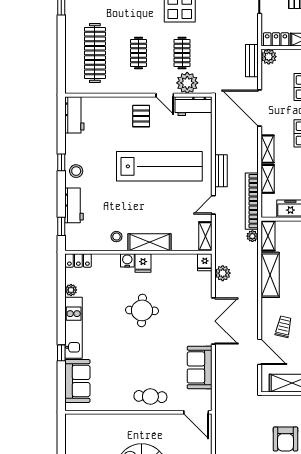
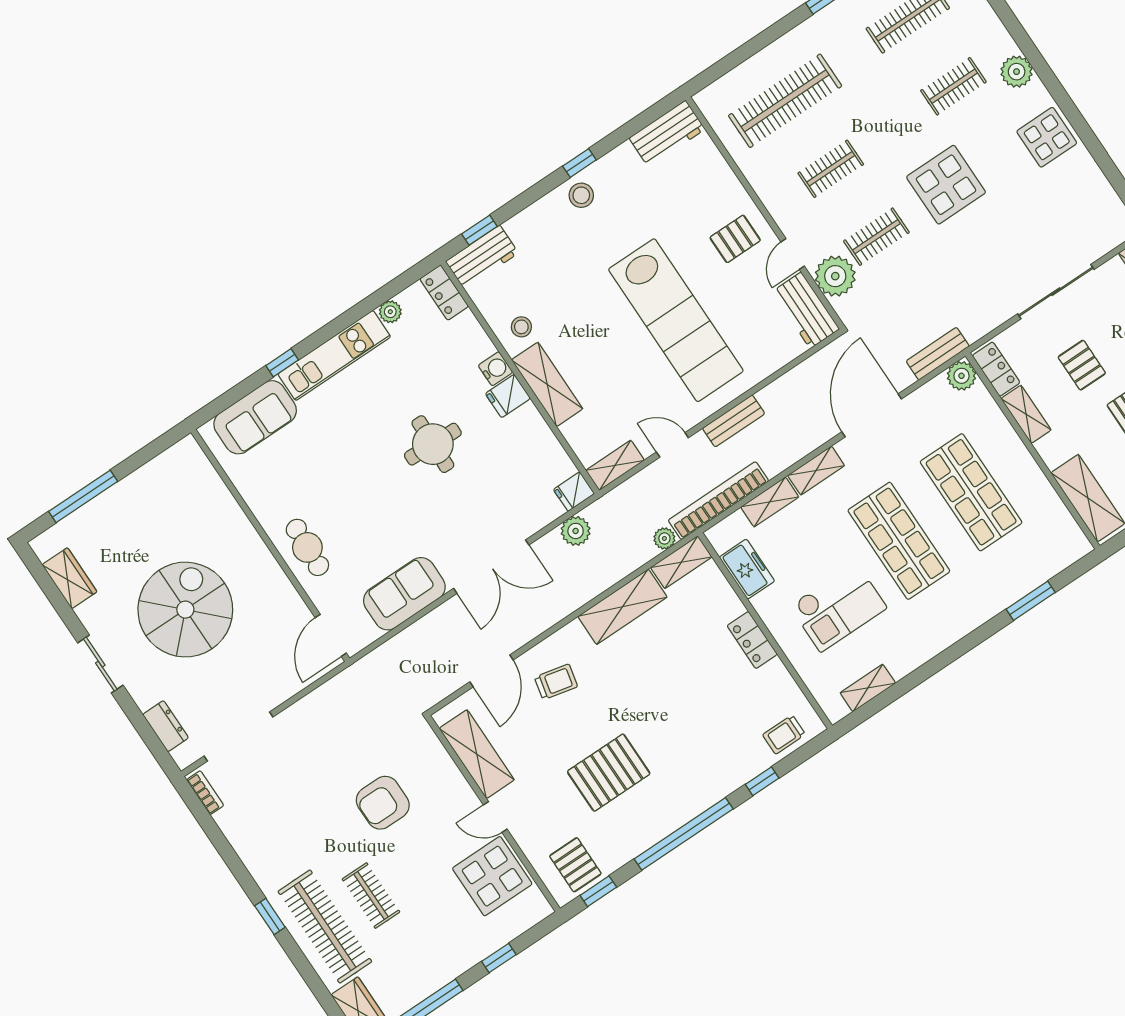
workbench: (74, 205) -> (482, 257), moved

